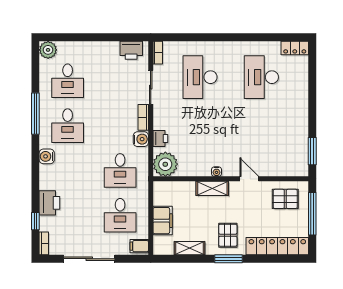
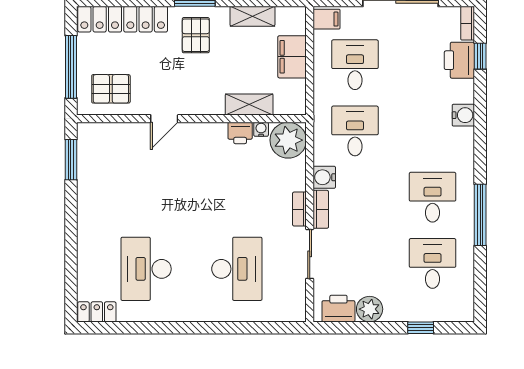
window: (76, 37) -> (421, 328), added
plant: (48, 50) -> (370, 309), moved
bookcase: (158, 53) -> (299, 209), moved
desk: (261, 77) -> (146, 269), turned 180
printer: (160, 138) -> (240, 133), moved, turned -90
water cooler: (47, 156) -> (463, 115), moved
water cooler: (217, 172) -> (261, 129), moved
door: (249, 179) -> (164, 119), hinge flipped
shelving: (212, 188) -> (249, 105), moved
printer: (49, 203) -> (459, 60), moved

